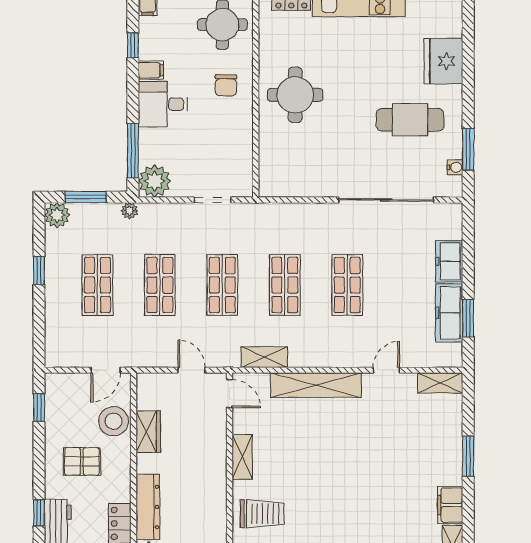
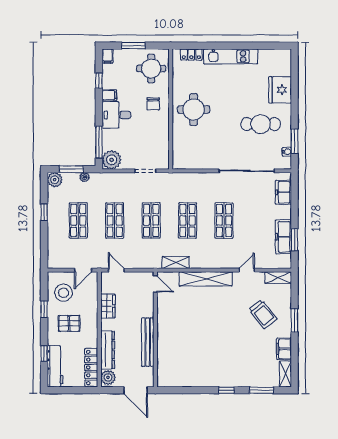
plant: (129, 211) -> (84, 177), moved
freezer: (449, 261) -> (283, 192), moved
door: (192, 370) -> (116, 270), moved
window: (39, 408) -> (44, 309), moved
stool: (114, 421) -> (64, 293), moved
shelving: (242, 457) -> (163, 321), removed
bench: (217, 493) -> (148, 342), added
trolley: (262, 514) -> (263, 314), moved, turned 51

